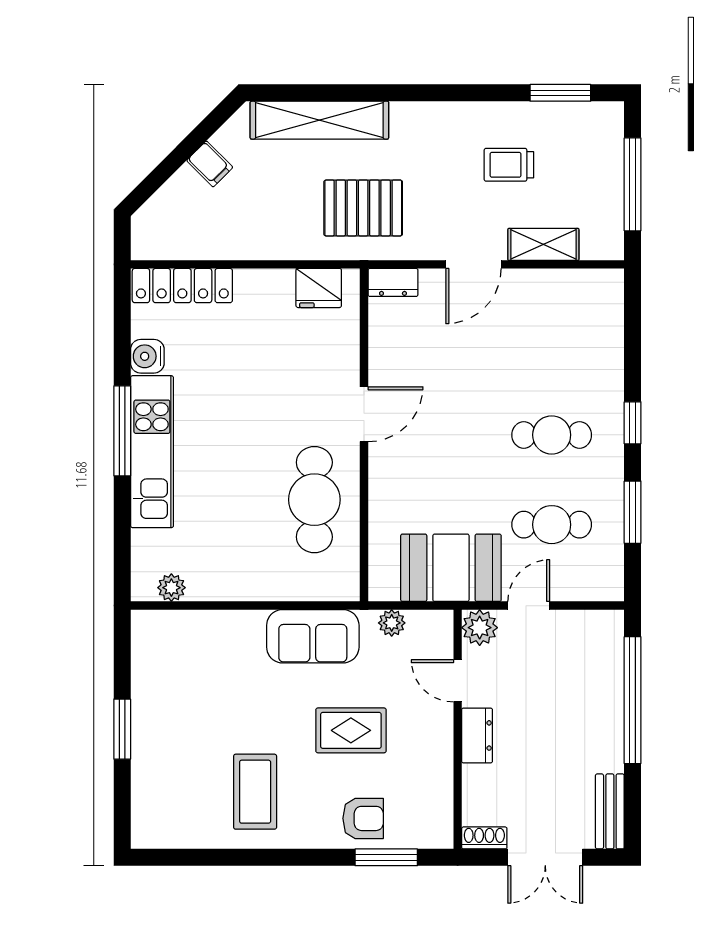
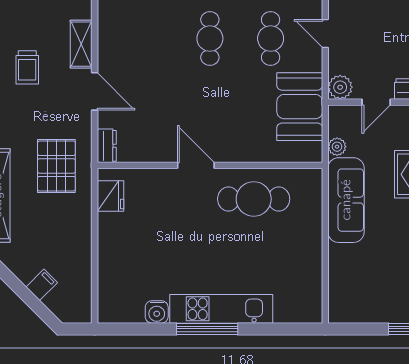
filing cabinet: (210, 164) -> (42, 285), moved
locker: (182, 286) -> (109, 288), removed
plant: (171, 588) -> (313, 296), removed
door: (529, 606) -> (325, 33), moved
sofa: (313, 636) -> (346, 200), width x1.36

